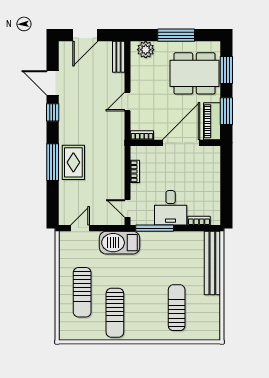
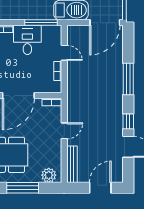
bench: (119, 57) -> (72, 164), width x1.36
rug: (73, 162) -> (110, 79), removed
door: (128, 209) -> (64, 53), moved
door: (80, 228) -> (105, 23), width x1.88

